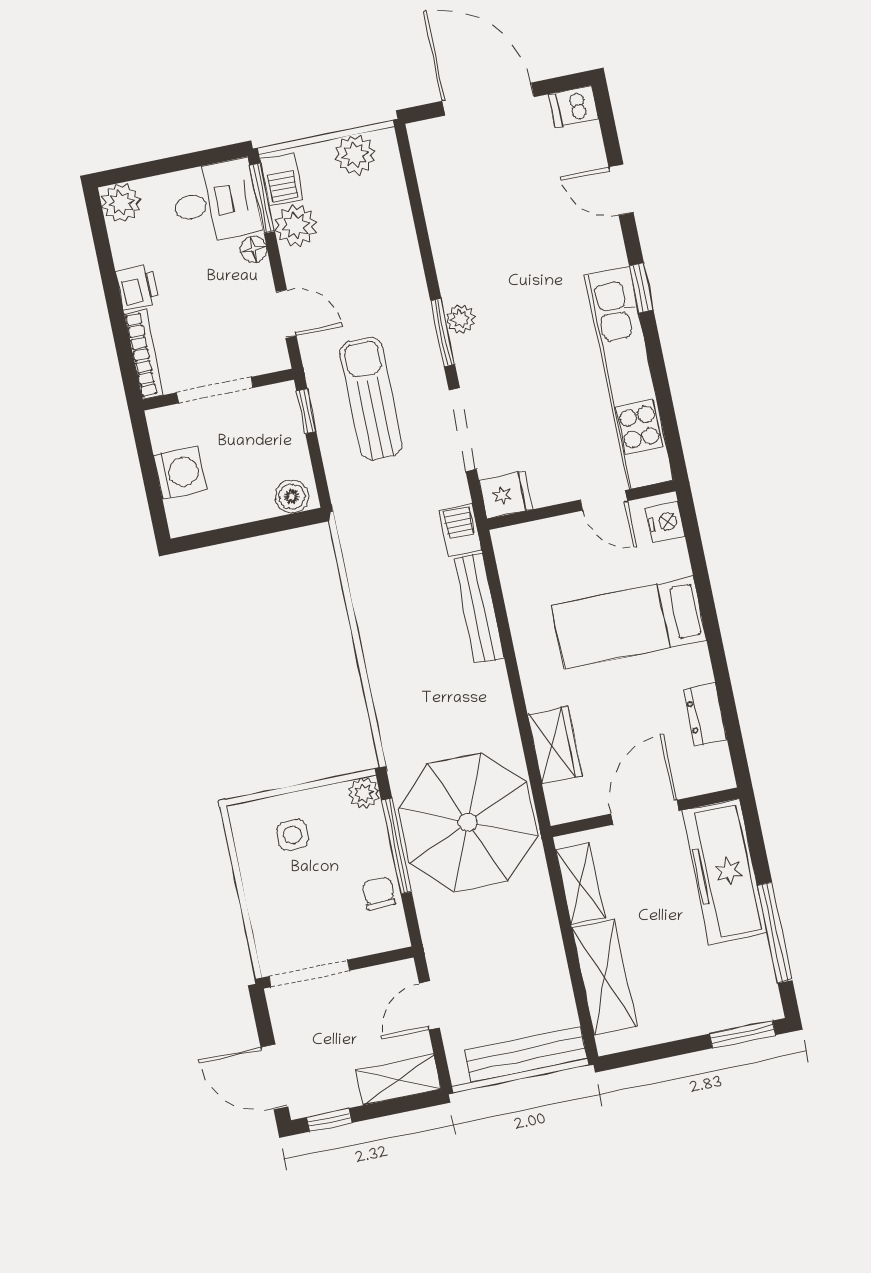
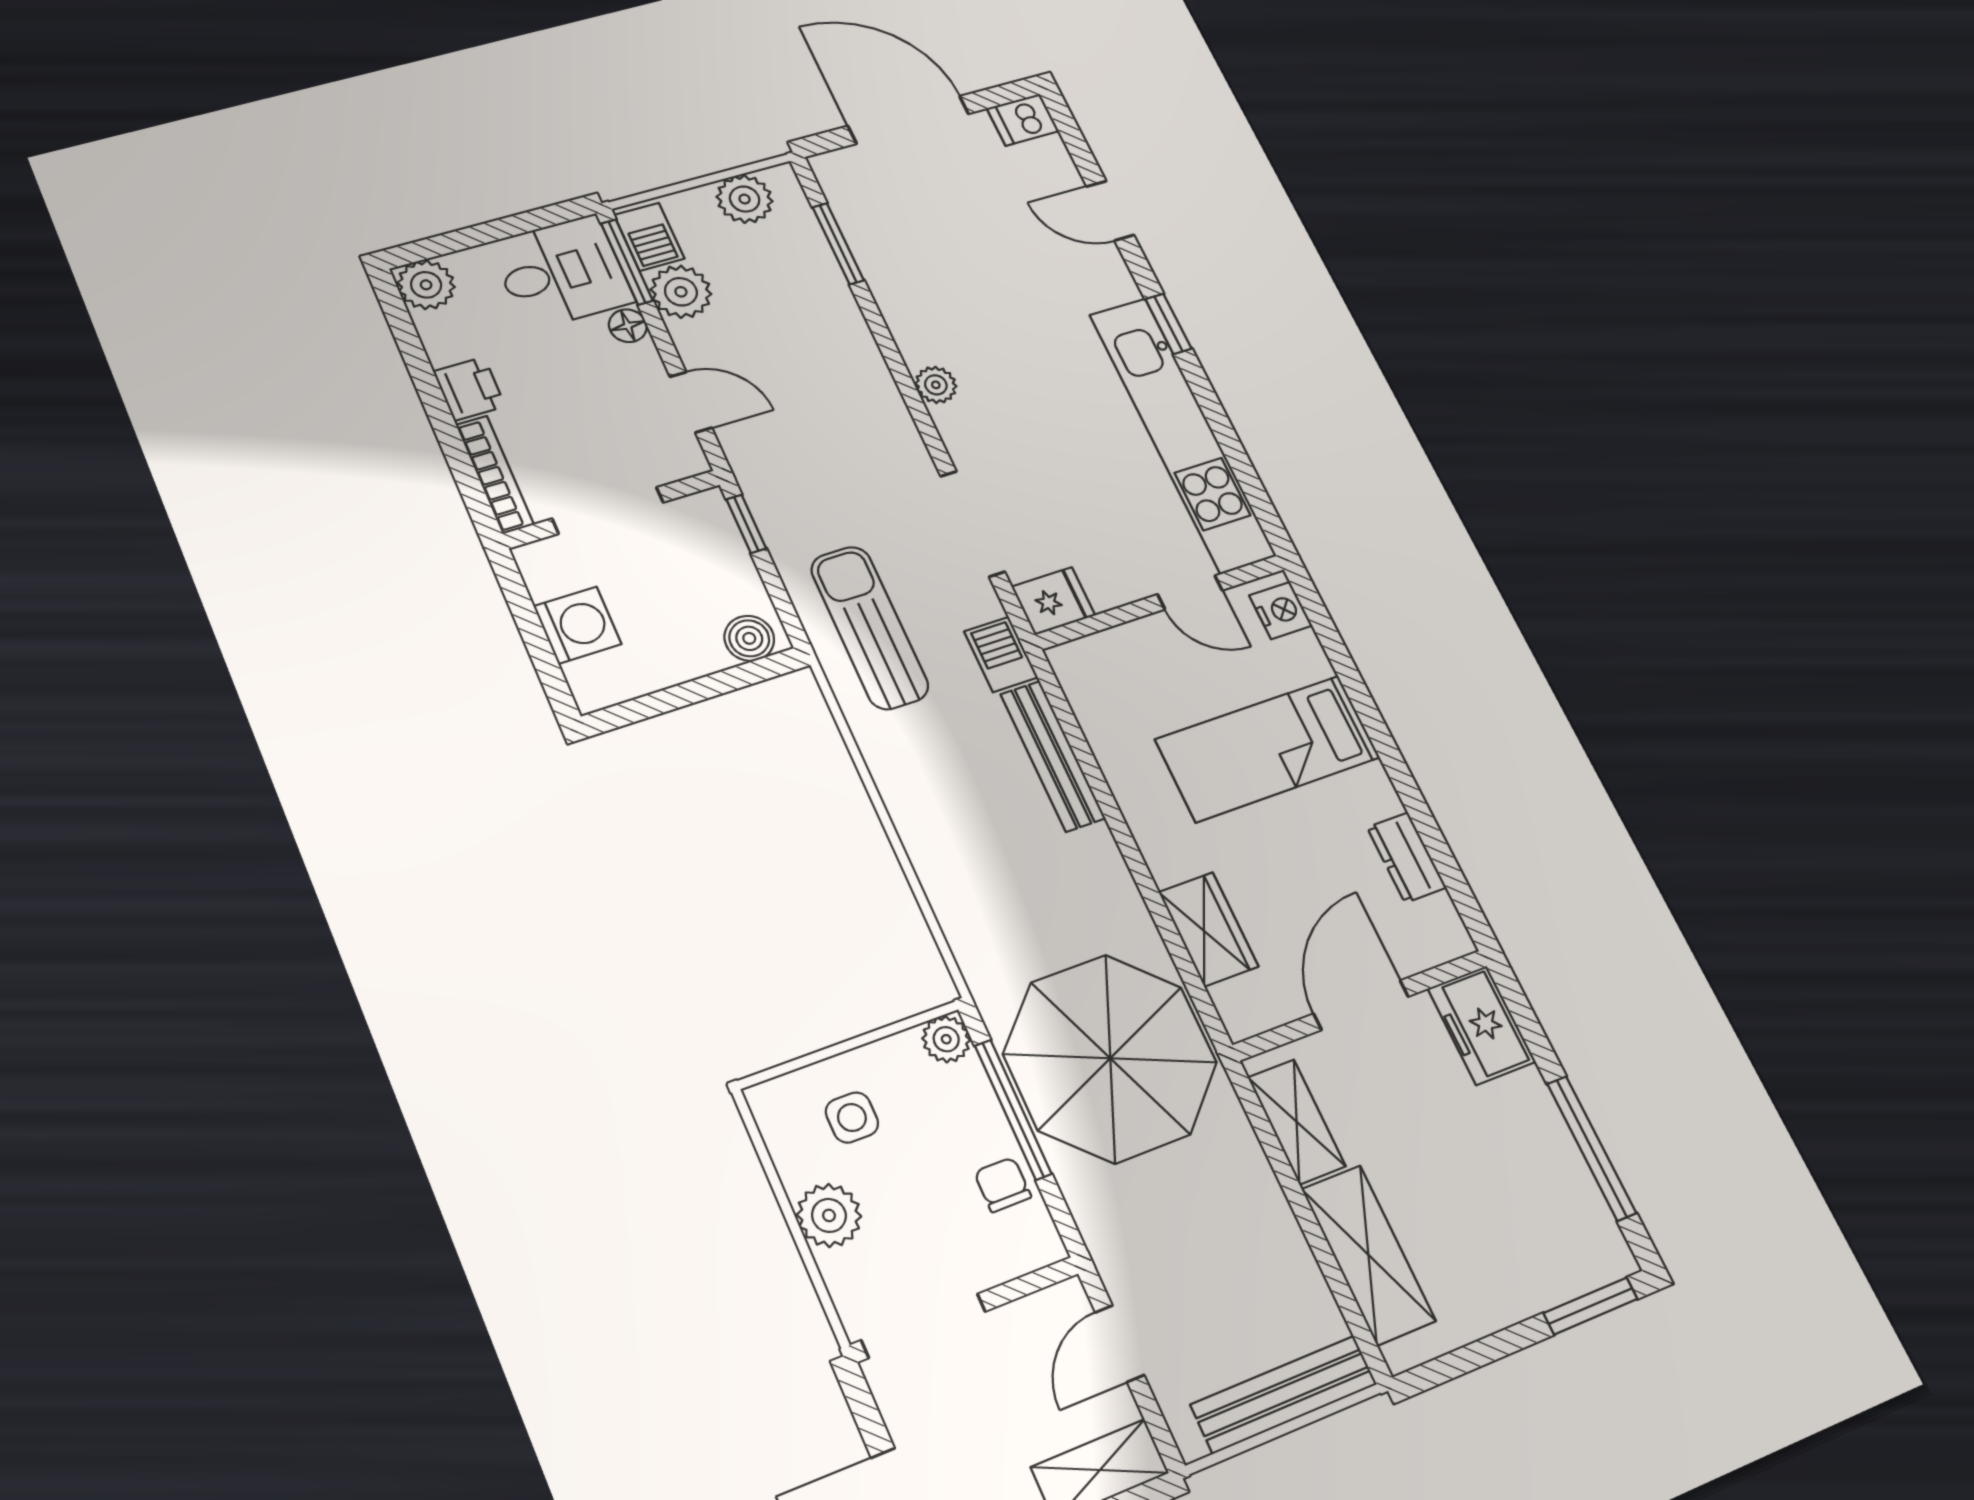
window: (443, 333) -> (838, 244), moved
sun lounger: (371, 399) -> (870, 628), moved
freezer: (724, 872) -> (1481, 1025), width x0.52, depth x0.79
plant: (265, 895) -> (829, 1215), added

